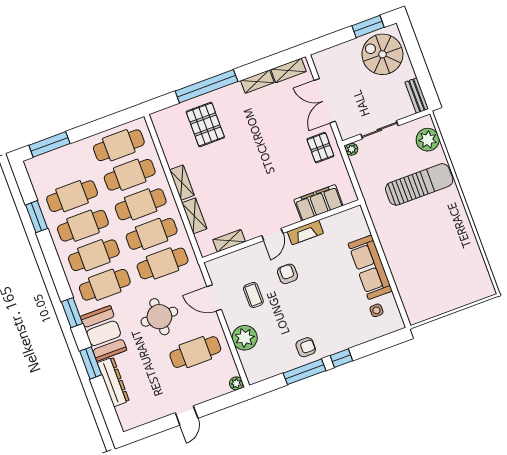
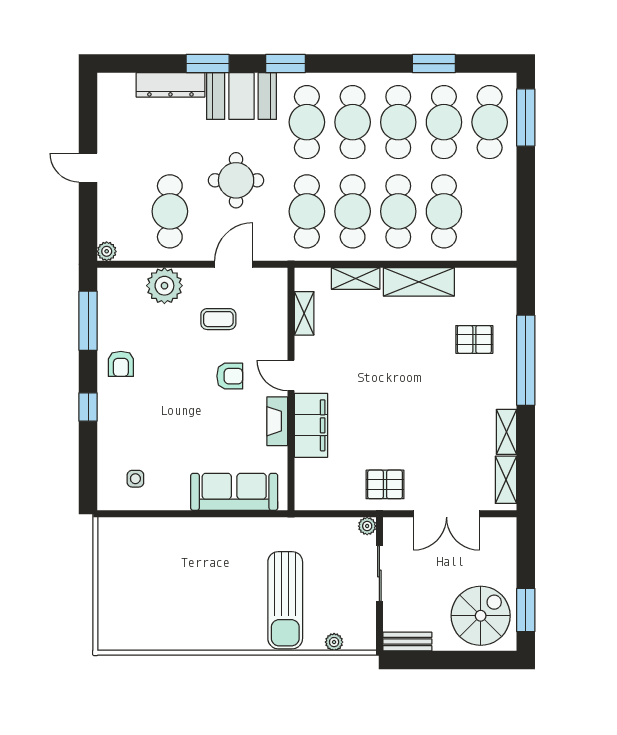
double door: (325, 101) -> (447, 514), swing flipped
pallet: (205, 125) -> (474, 339), width x0.67, depth x0.71
plant: (428, 140) -> (334, 642), width x0.53, depth x0.53
cafe table: (119, 145) -> (490, 122), moved
shelving: (182, 183) -> (419, 282), width x1.50, depth x1.33
filing cabinet: (318, 203) -> (311, 425), moved
sofa: (370, 267) -> (234, 492), moved
window: (305, 372) -> (88, 321), moved

